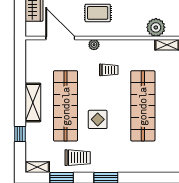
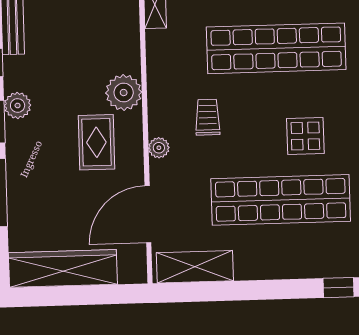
plant: (156, 27) -> (124, 93), moved
shelving: (33, 102) -> (195, 267), moved

